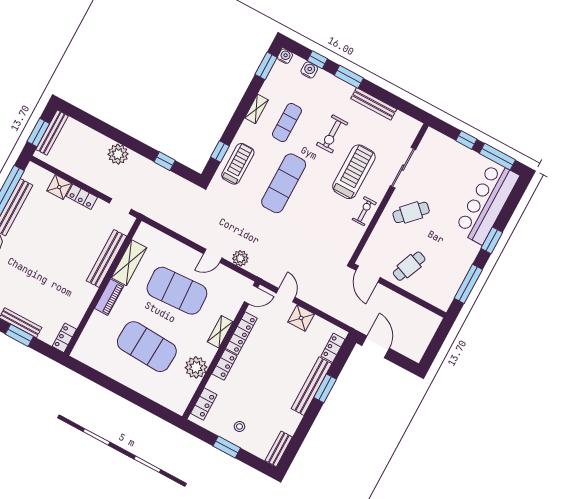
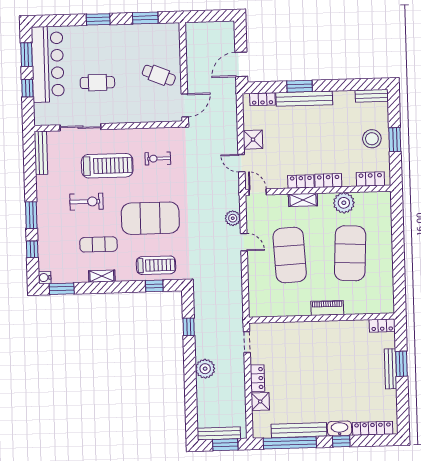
water cooler: (309, 70) -> (45, 251), removed
bench: (374, 104) -> (41, 153), moved
window: (497, 157) -> (26, 55), width x0.69
treadmill: (238, 164) -> (156, 265), turned 180
treadmill: (354, 172) -> (107, 166), turned 180
exercise mat: (284, 183) -> (150, 218), width x1.47
bar counter: (487, 203) -> (48, 64), moved, turned -90
exercise bike: (364, 211) -> (158, 159), moved
cafe table: (411, 212) -> (97, 83), moved, turned -44
bench: (107, 258) -> (297, 328), removed
shelving: (129, 263) -> (289, 308), removed
window: (468, 284) -> (145, 18), width x0.69
door: (286, 295) -> (242, 163), hinge flipped
locker: (241, 333) -> (301, 181), width x0.66
stool: (240, 427) -> (372, 139), width x1.89, depth x1.89

